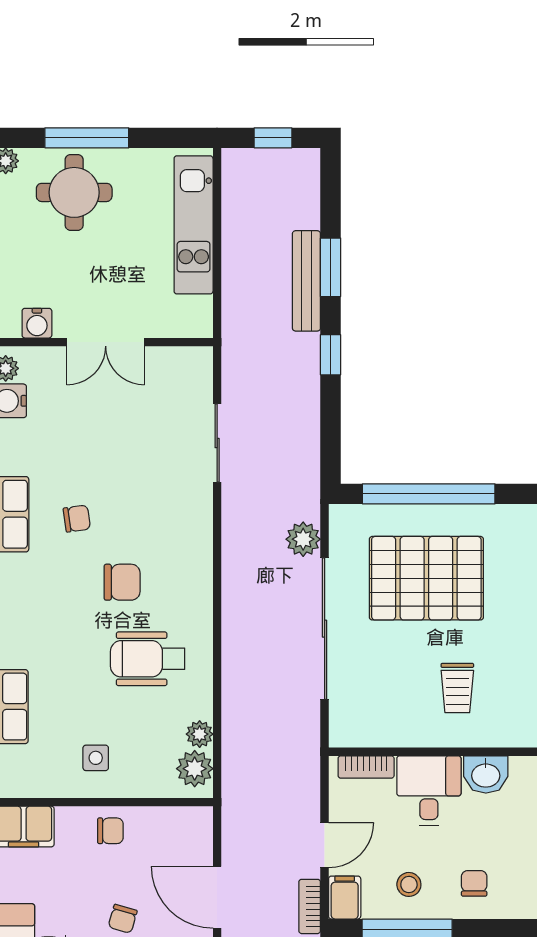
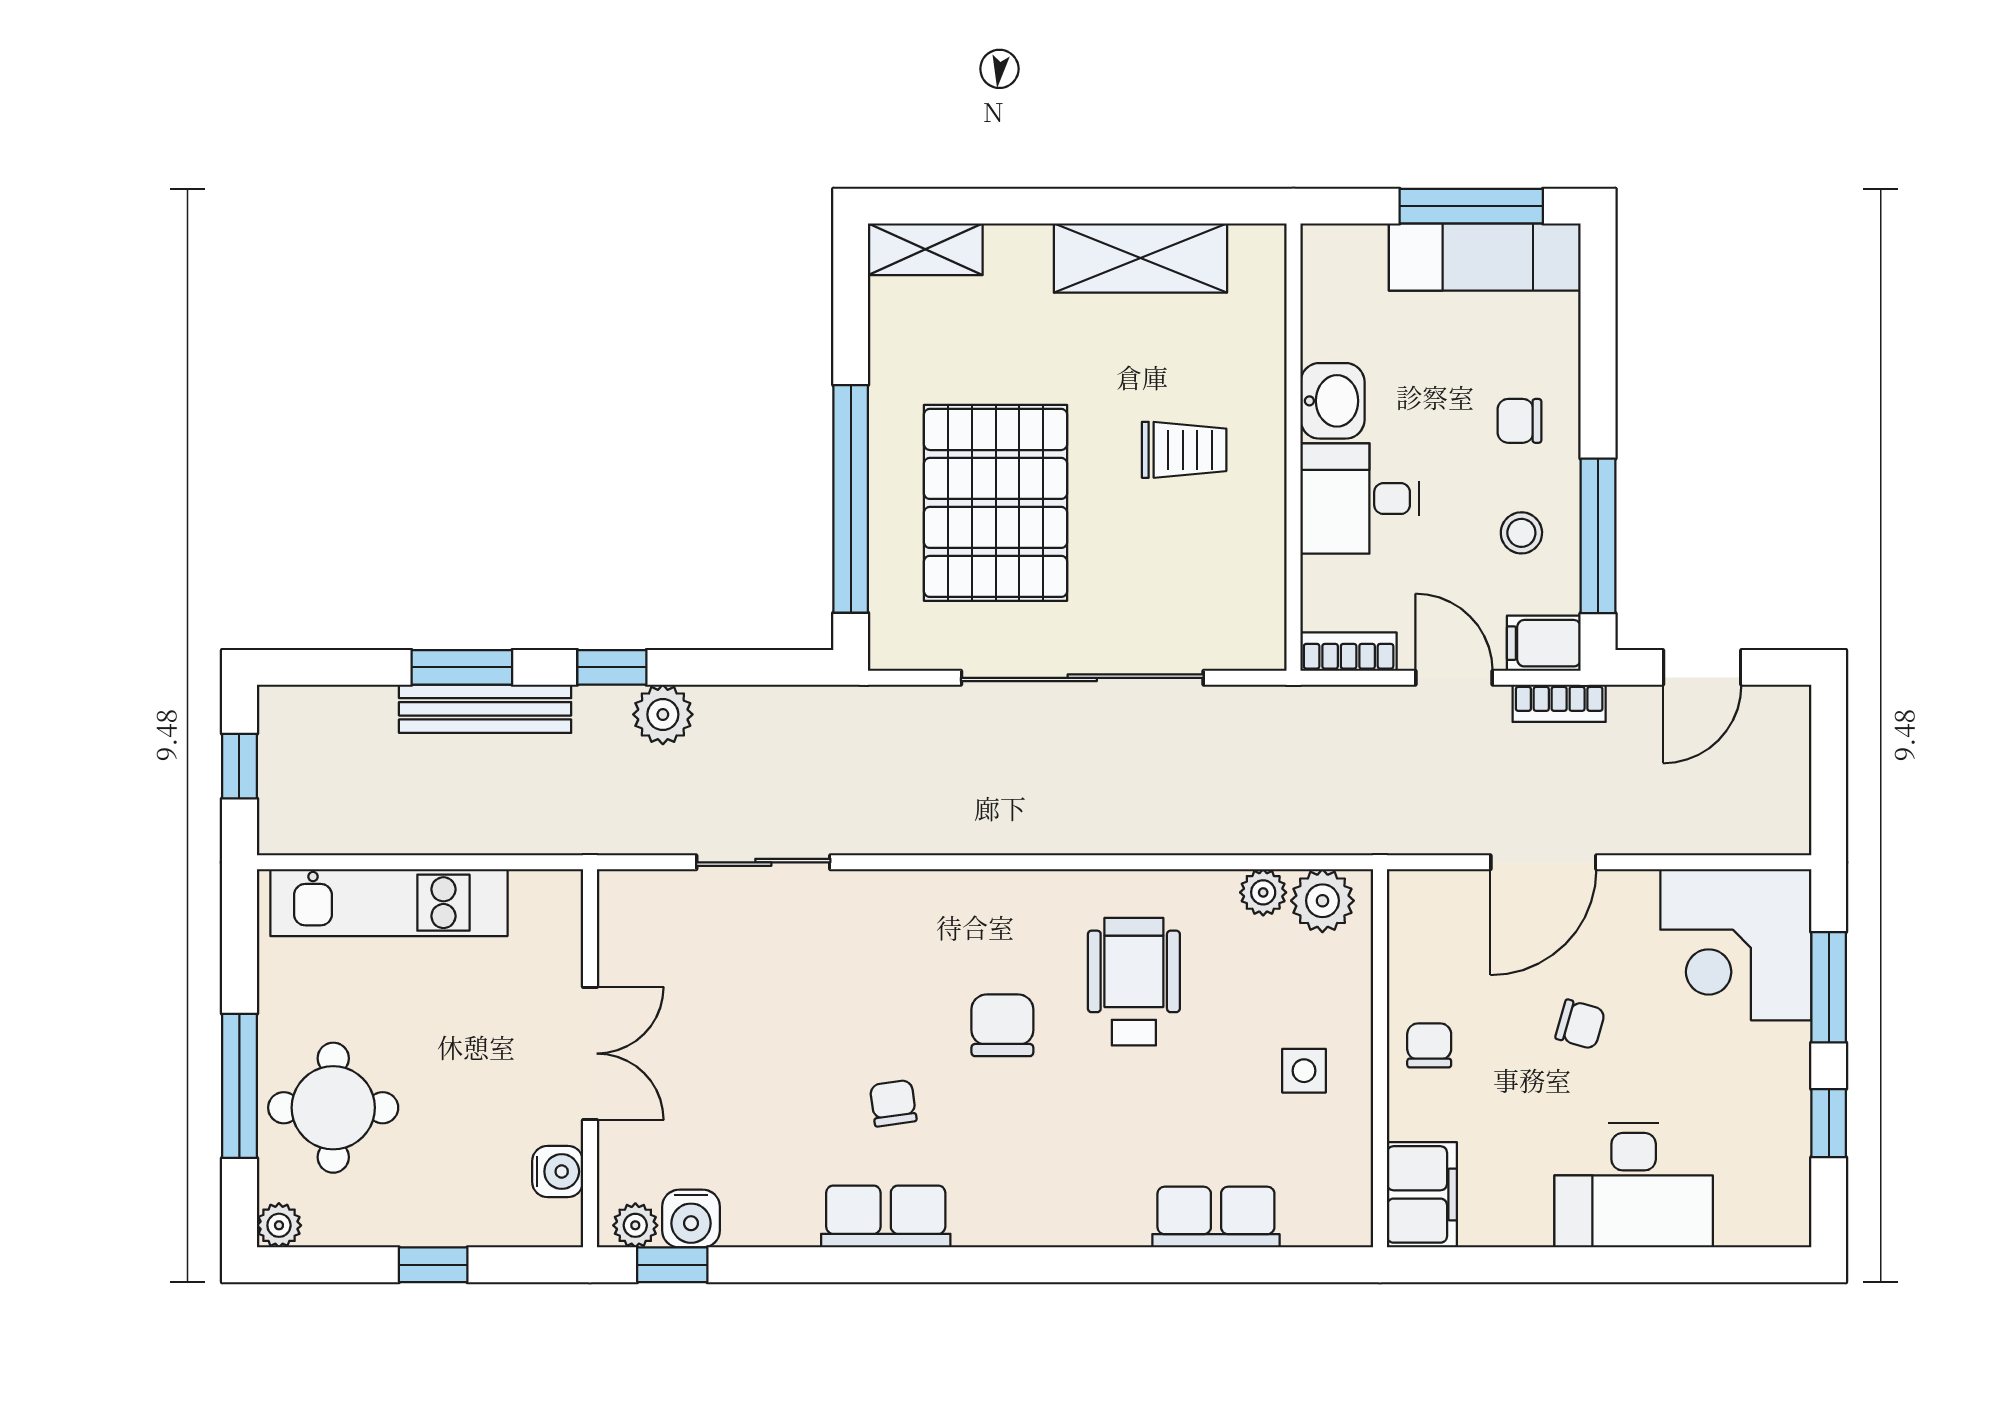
plant: (303, 539) -> (663, 714), moved
wheelchair: (148, 659) -> (1134, 982), turned 180
bookcase: (366, 767) -> (1349, 652), moved, turned -90

